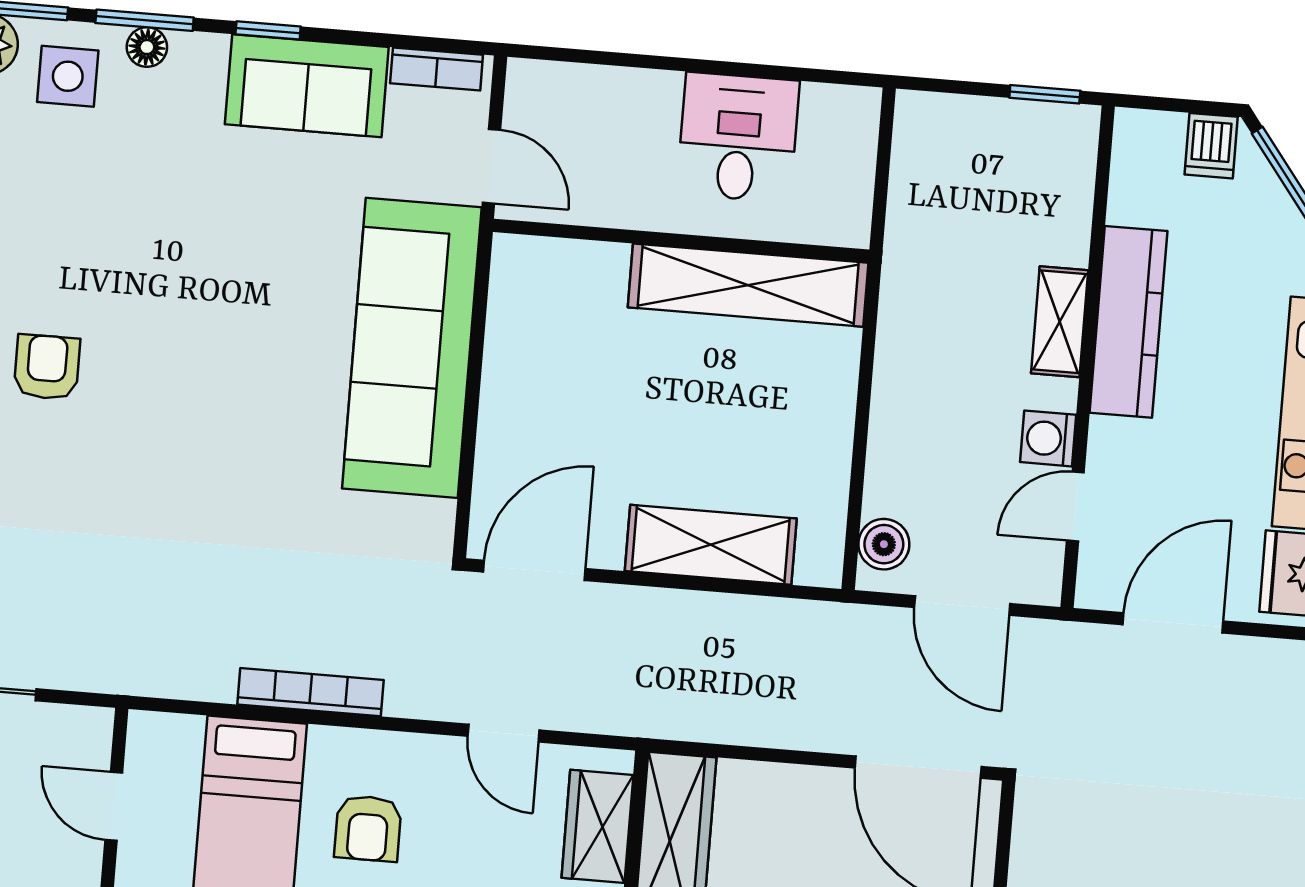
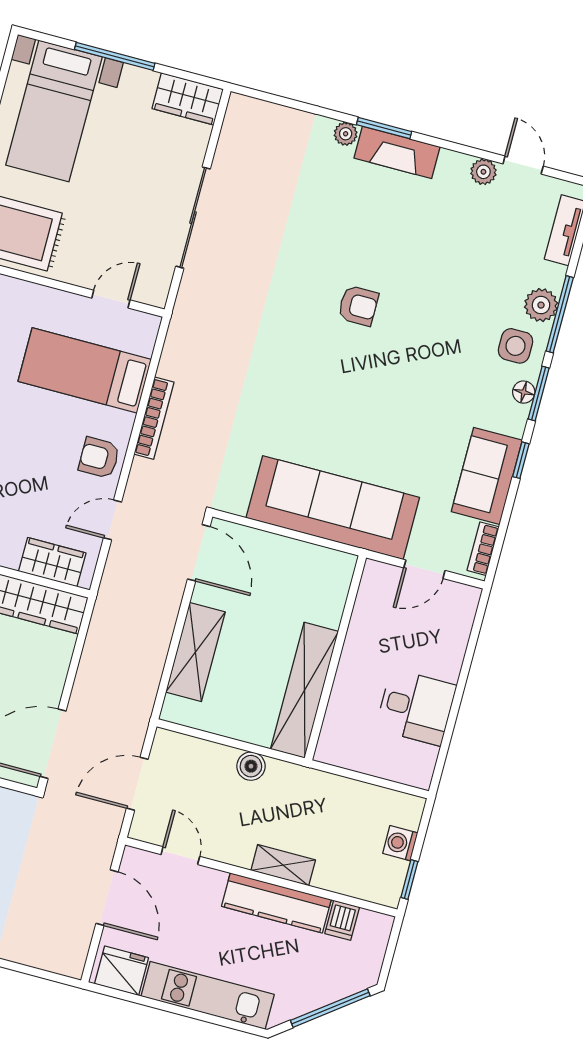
dishwasher: (1211, 146) -> (342, 920), moved, turned -90
wall: (681, 241) -> (335, 658), moved
shelving: (748, 285) -> (304, 690), moved
washing machine: (1048, 438) -> (400, 843), moved, turned -90
boiler: (884, 544) -> (251, 766), moved
armchair: (368, 828) -> (99, 458), moved

